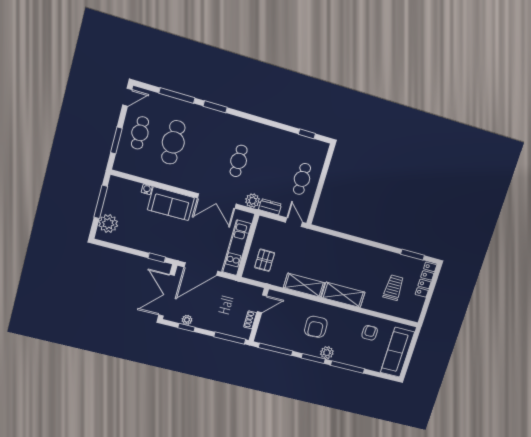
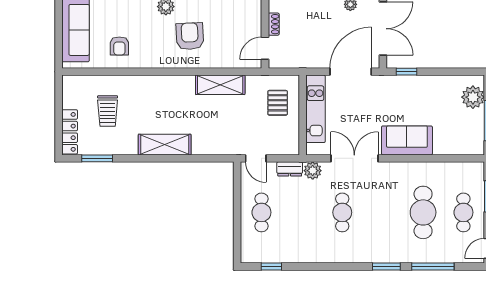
water cooler: (147, 189) -> (439, 150), removed
shelving: (343, 295) -> (165, 145), moved

